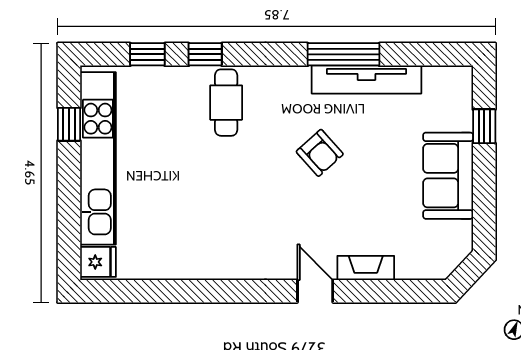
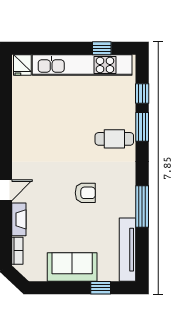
window: (205, 54) -> (142, 127), width x1.50
tv unit: (366, 80) -> (128, 250), moved
armchair: (320, 153) -> (85, 193), turned -138
bookcase: (420, 271) -> (17, 251), added

